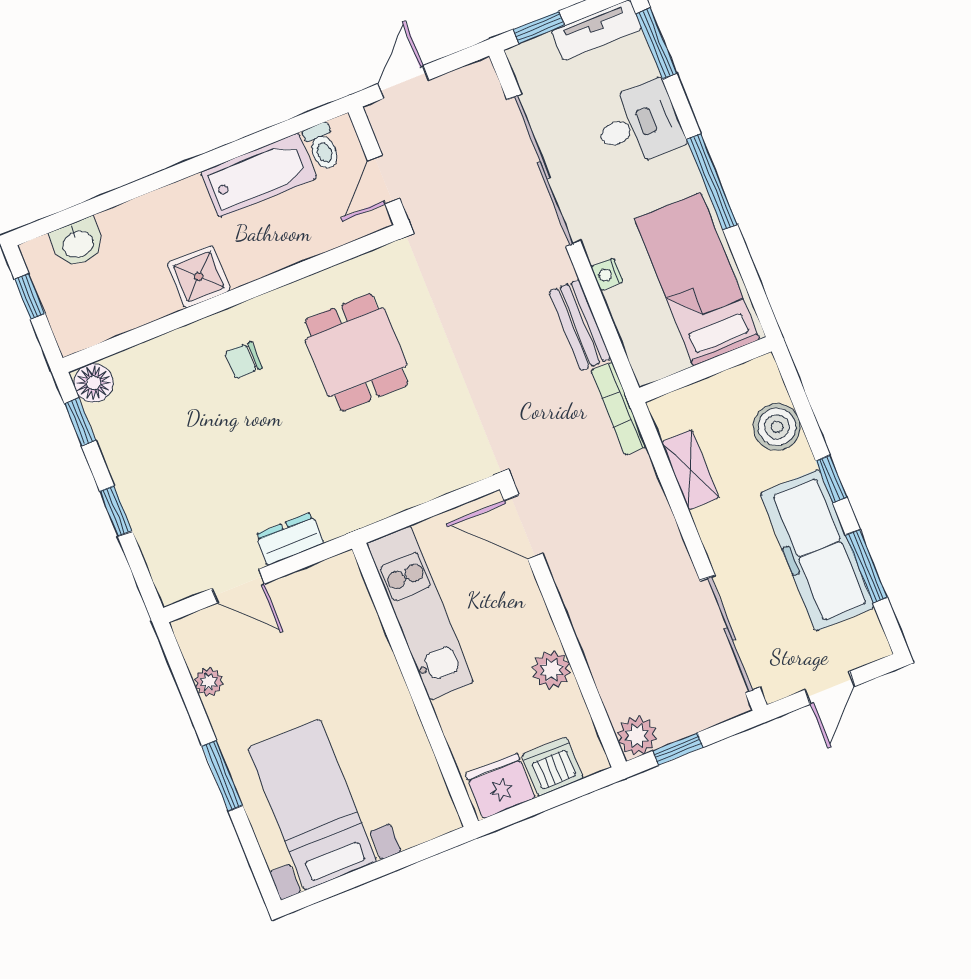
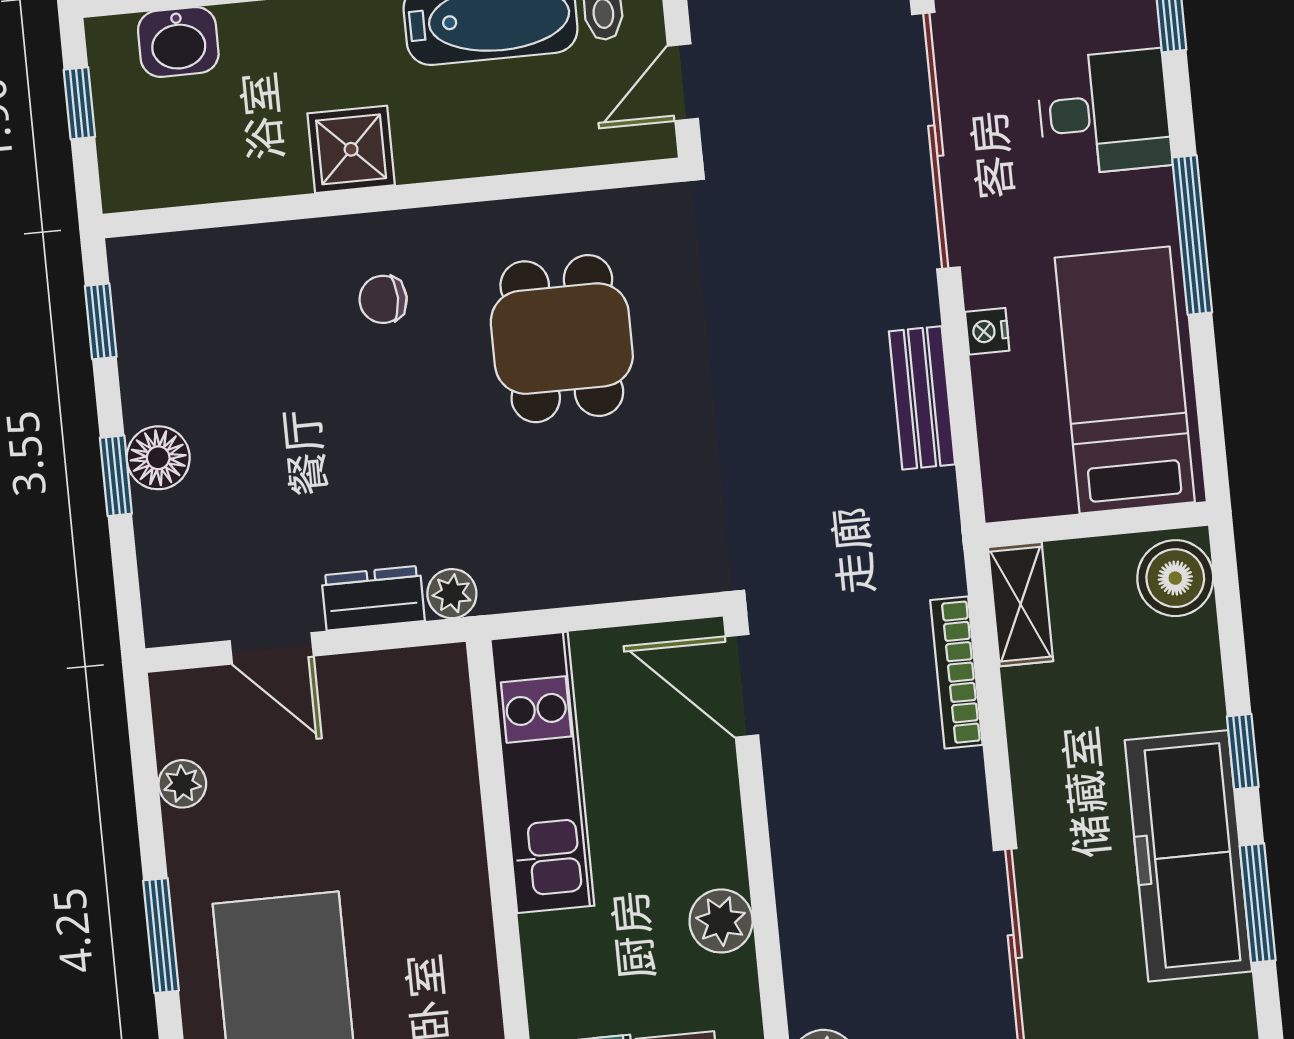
floor lamp: (94, 383) -> (158, 458), moved
bookcase: (619, 409) -> (956, 673), moved
boiler: (777, 427) -> (1175, 578), moved
shelving: (690, 470) -> (1021, 604), moved
plant: (335, 523) -> (452, 594), added

